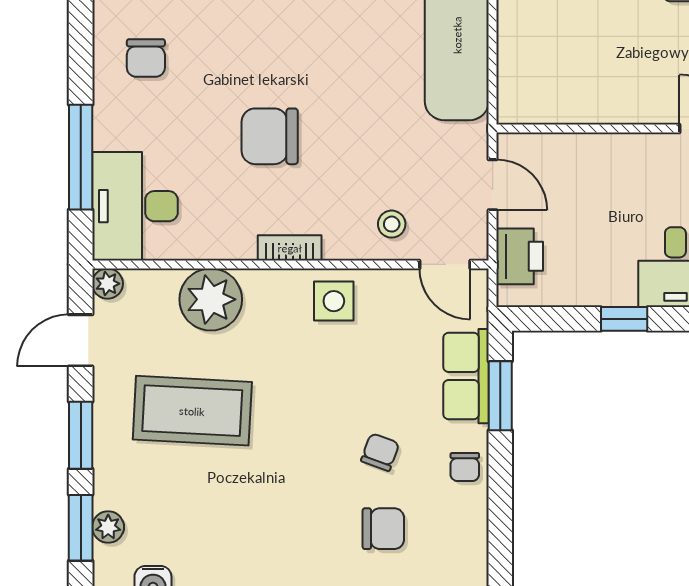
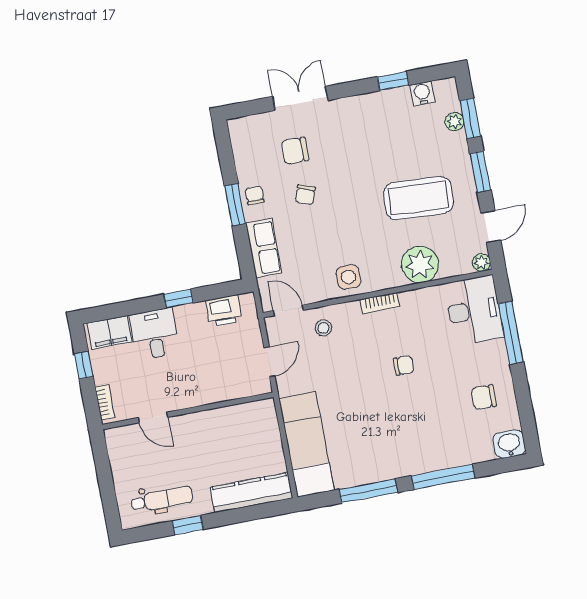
chair: (146, 58) -> (484, 397), turned -90
chair: (270, 136) -> (404, 365), width x0.54, depth x0.54
door: (493, 185) -> (269, 362), swing flipped
printer: (520, 256) -> (224, 311), moved, turned -90
window: (500, 396) -> (235, 205), moved

